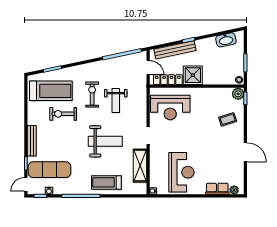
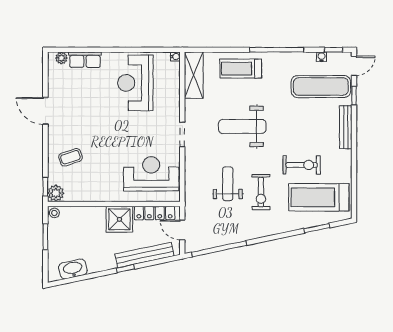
shelving: (140, 166) -> (194, 75), moved
treadmill: (106, 182) -> (241, 69), turned 180

